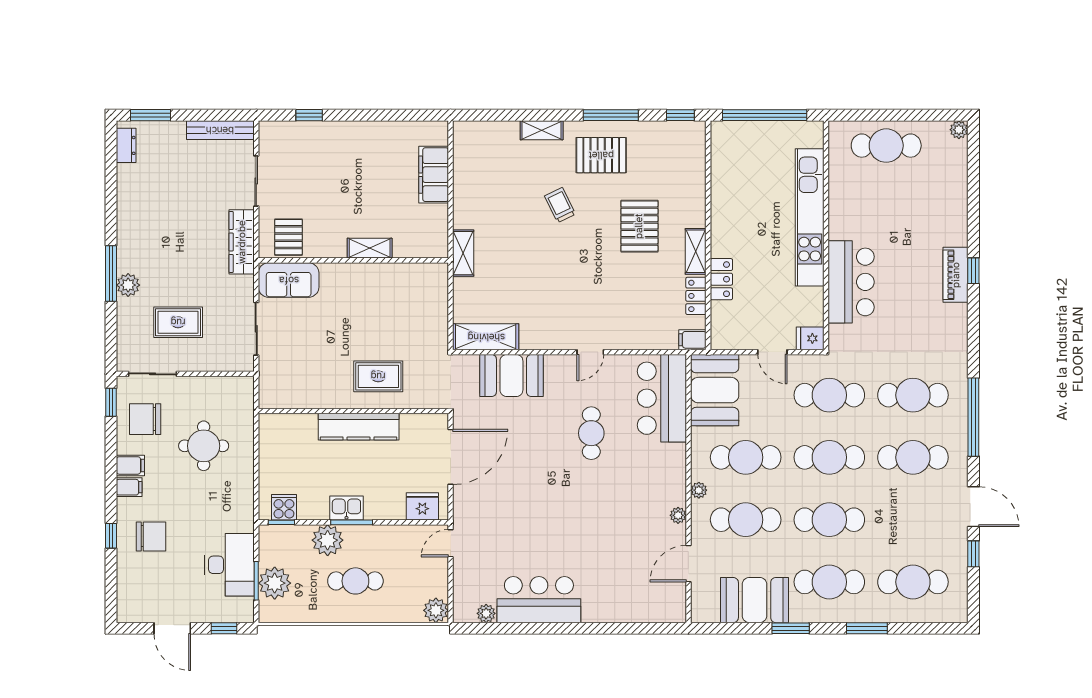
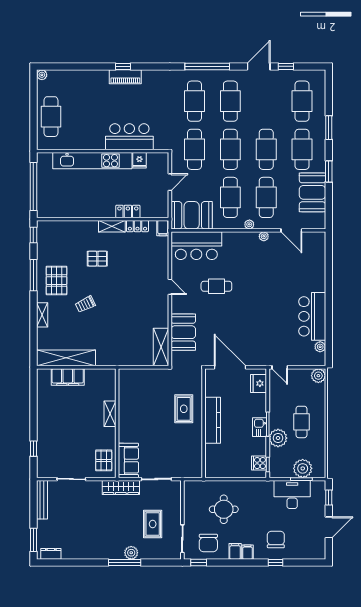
pallet: (639, 226) -> (97, 259), width x0.67, depth x0.71
pallet: (288, 237) -> (104, 460), turned 90
wardrobe: (242, 242) -> (121, 487), moved
shelving: (463, 253) -> (66, 358), moved, width x2.20, depth x1.33
fridge: (810, 338) -> (139, 160), moved

